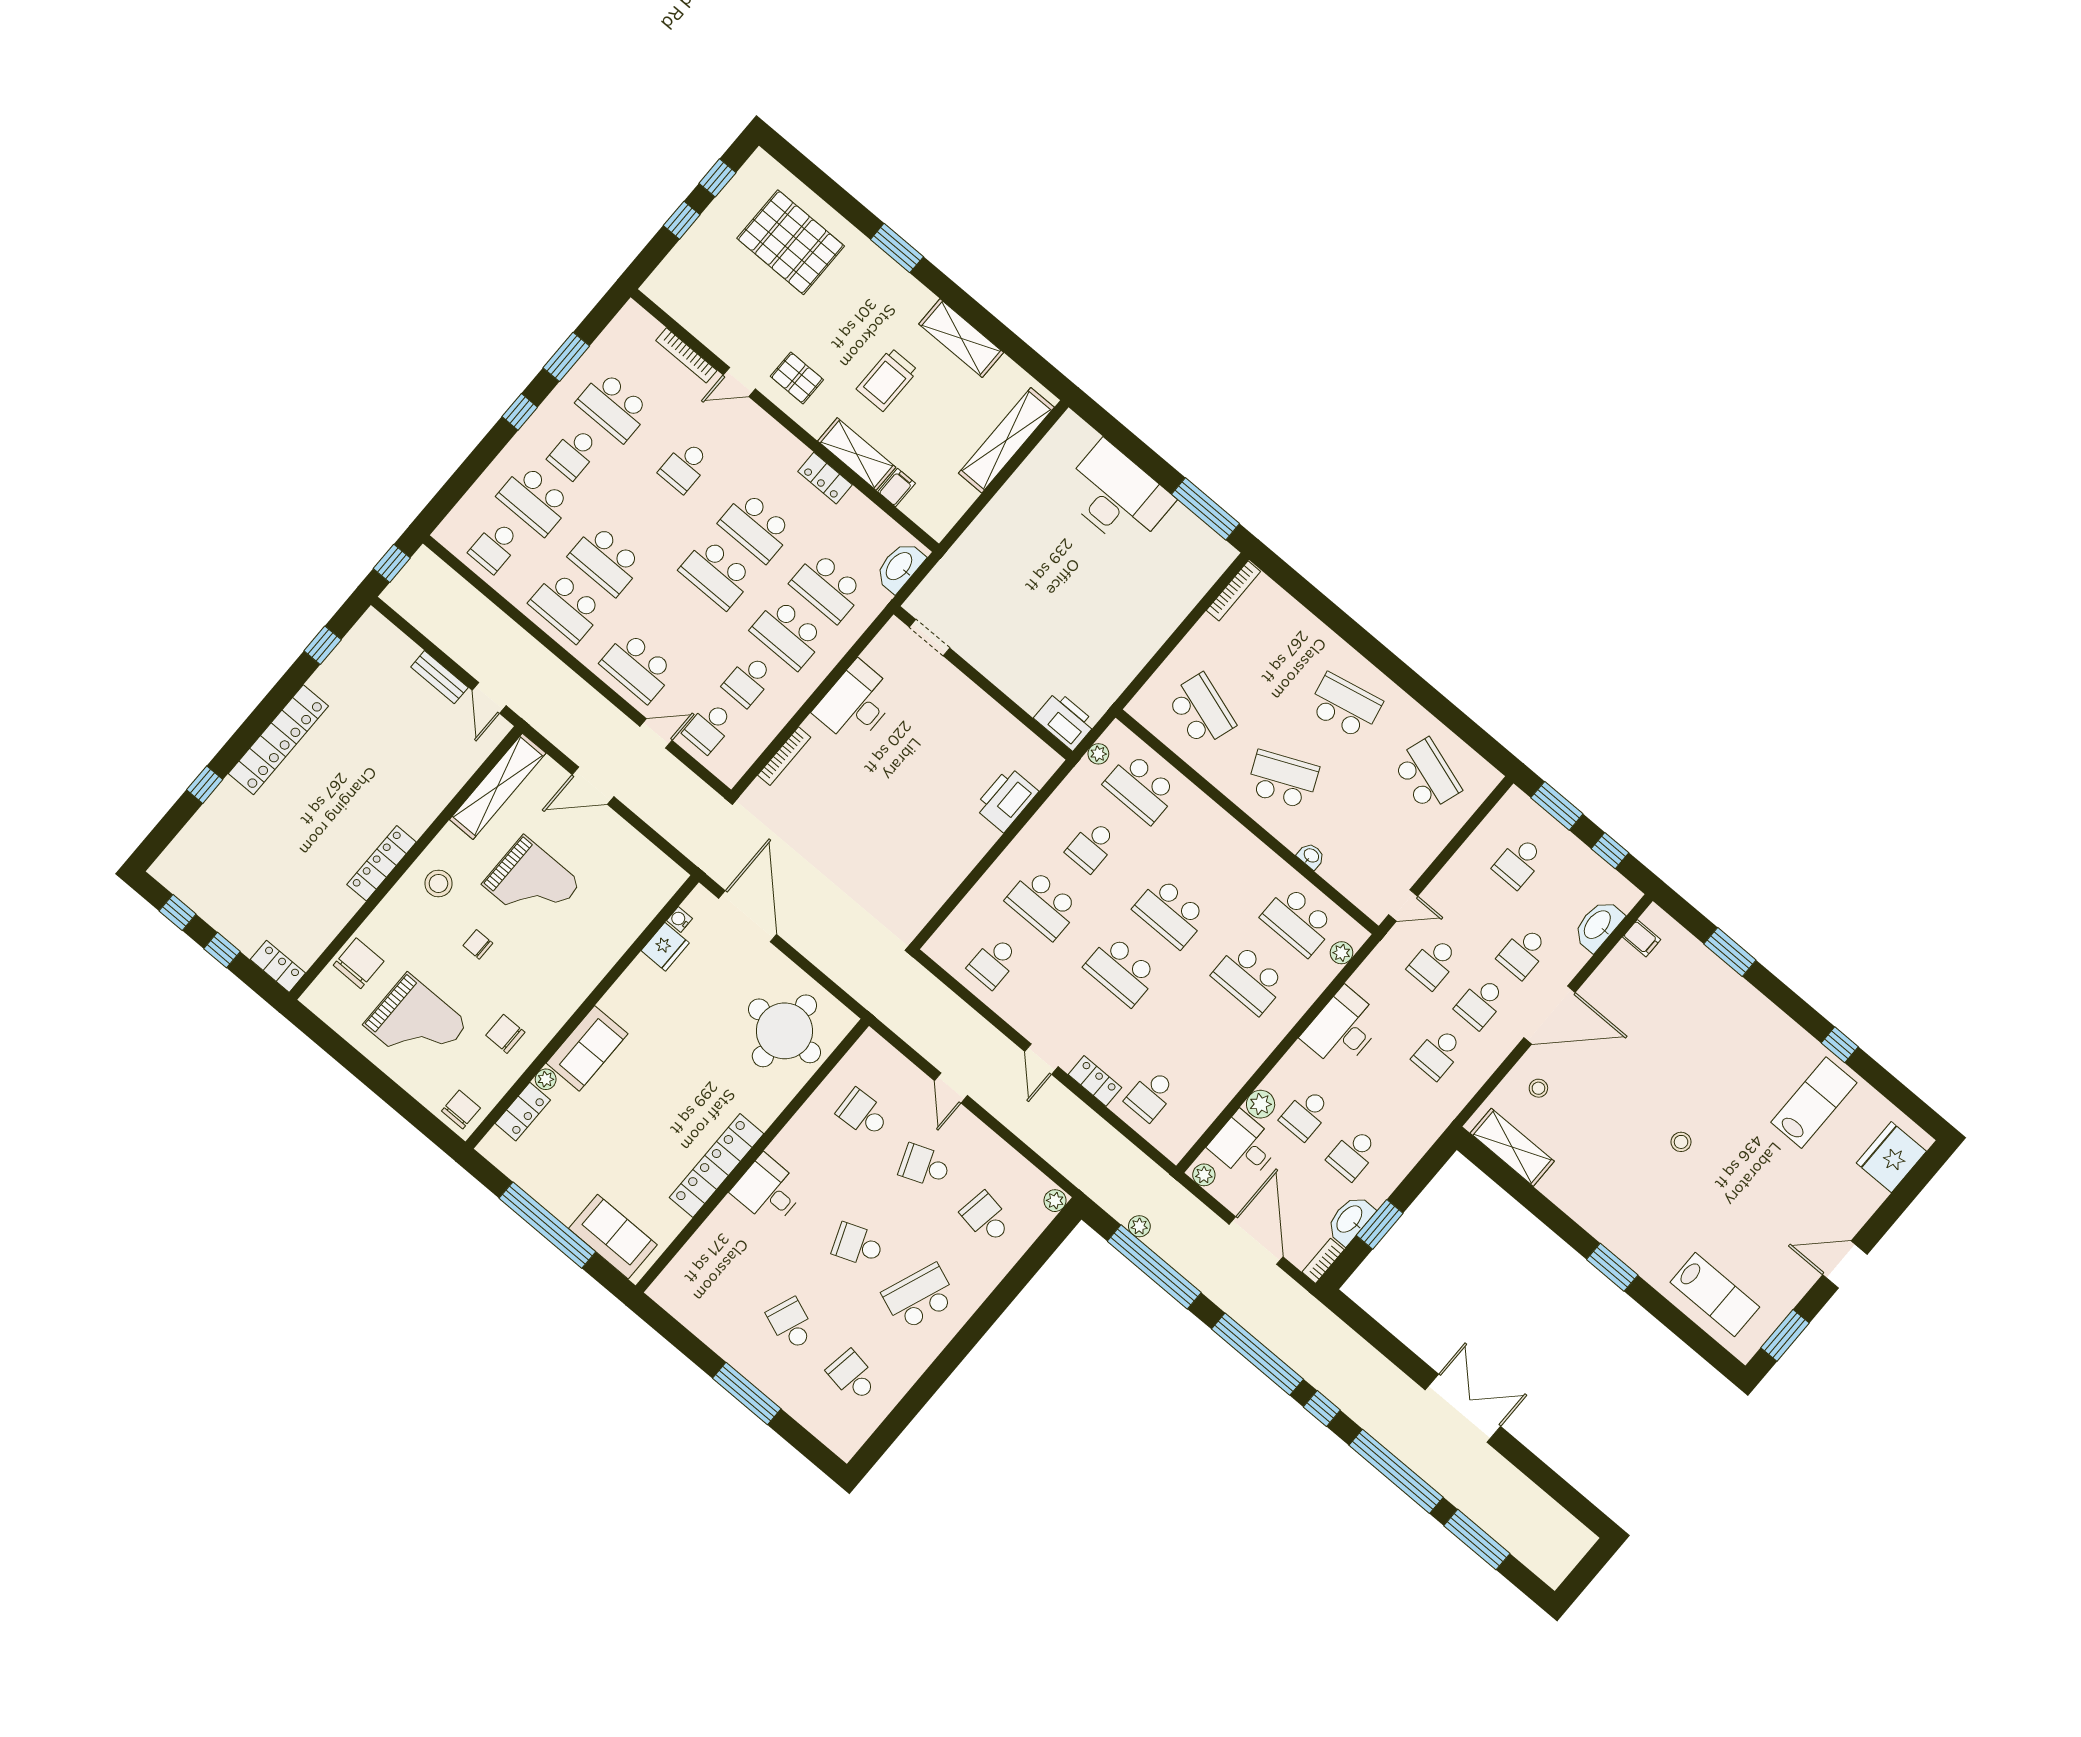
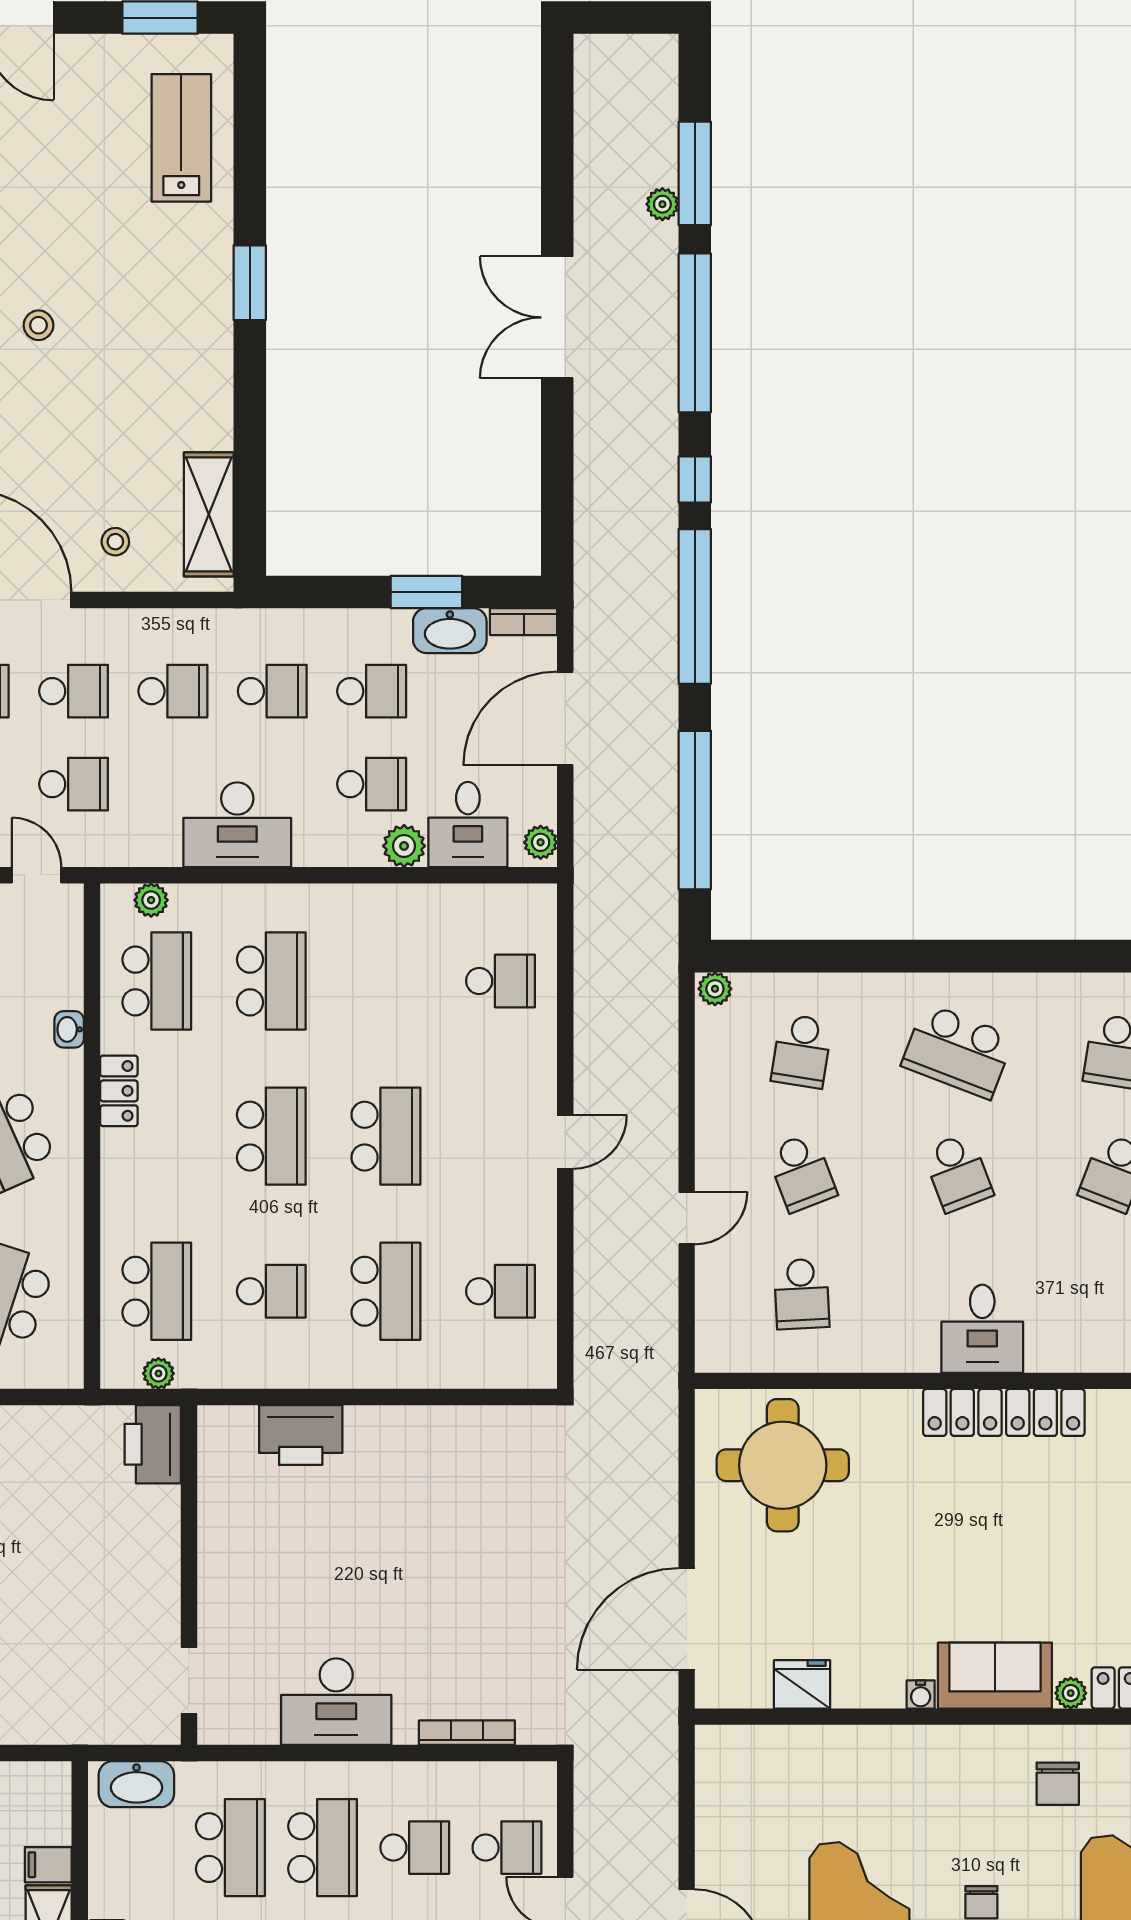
water cooler: (679, 919) -> (921, 1695), moved
locker: (1095, 1081) -> (119, 1091), moved, turned 180
school desk: (1395, 1104) -> (272, 691), added
plant: (1139, 1226) -> (662, 204), moved

